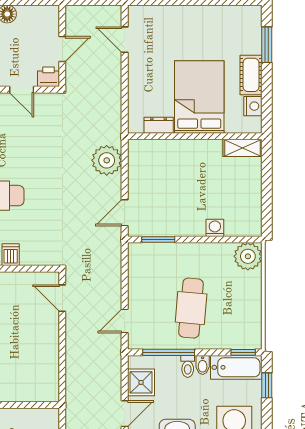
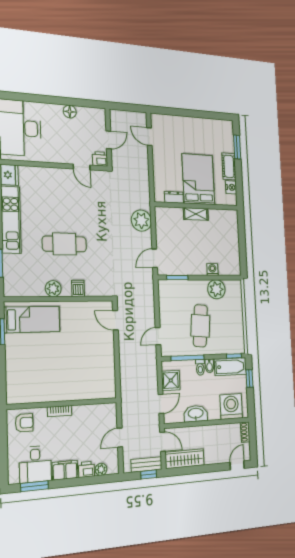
shelving: (242, 148) -> (196, 214), moved
plant: (248, 256) -> (216, 289), moved

